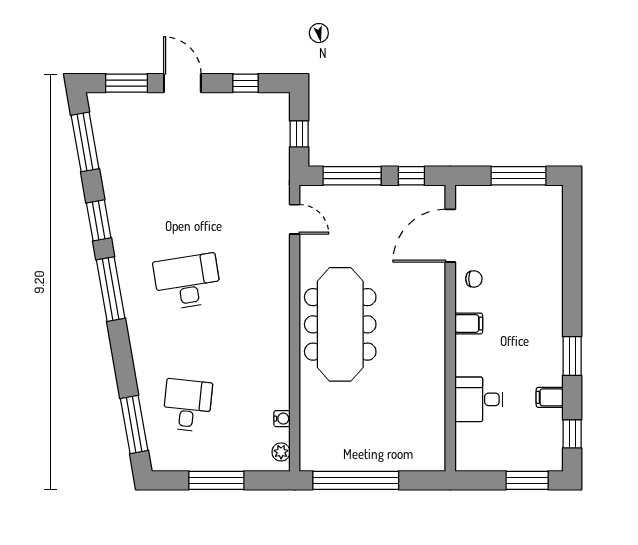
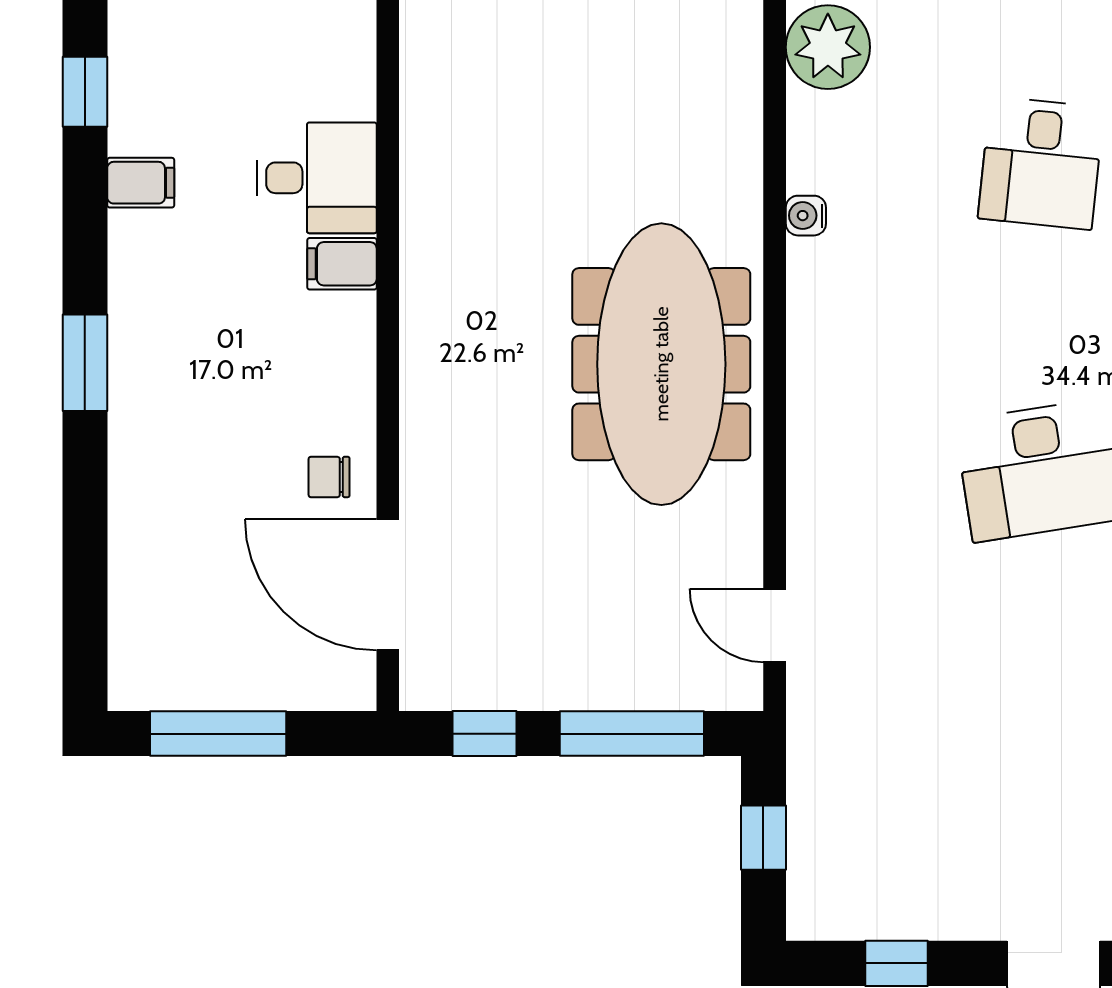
door: (450, 236) -> (388, 585), swing flipped
filing cabinet: (469, 323) -> (342, 264), moved
window: (572, 356) -> (85, 363), moved
water cooler: (282, 419) -> (806, 216), moved
plant: (281, 452) -> (828, 47), width x1.88, depth x1.88

